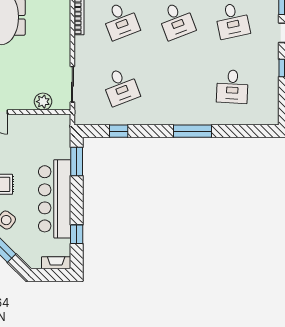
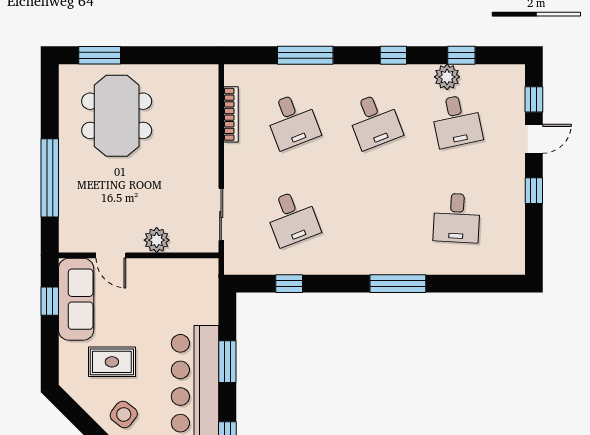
plant: (43, 102) -> (157, 240), moved
window: (77, 162) -> (227, 362), moved

